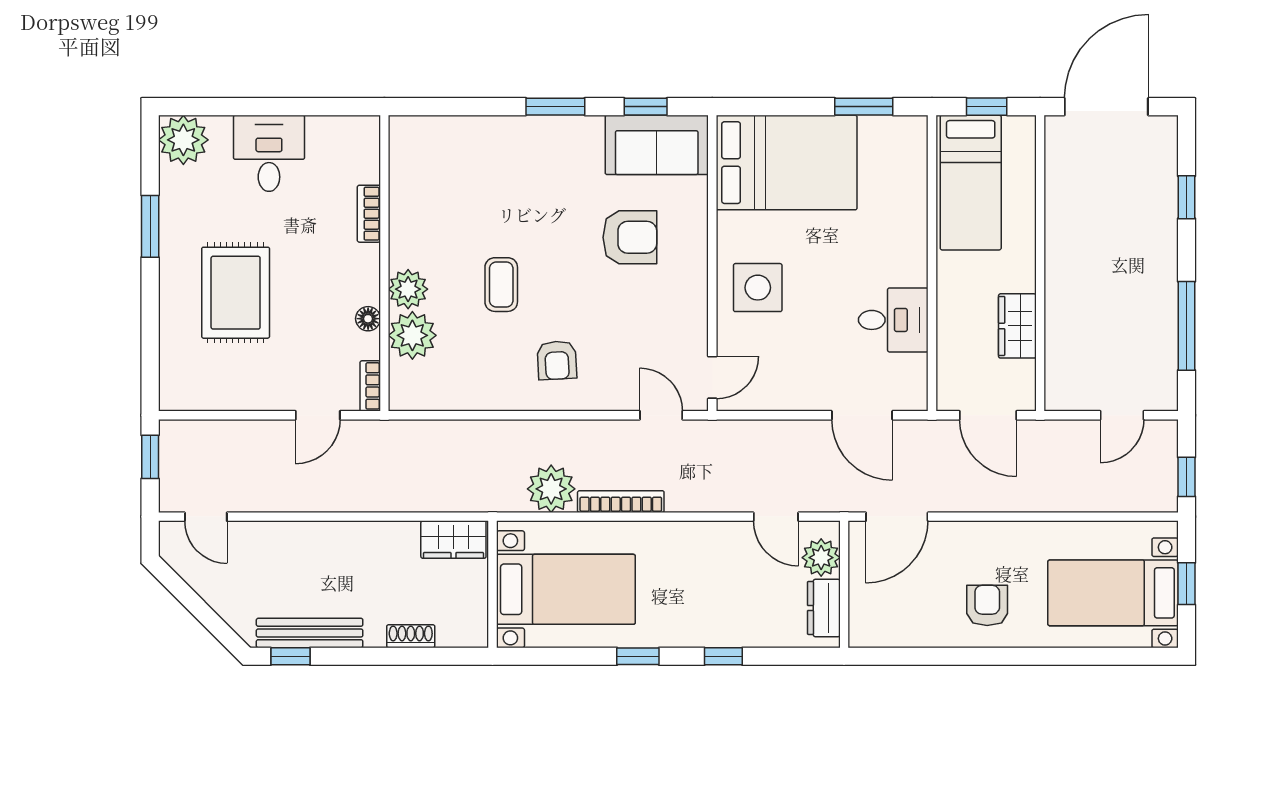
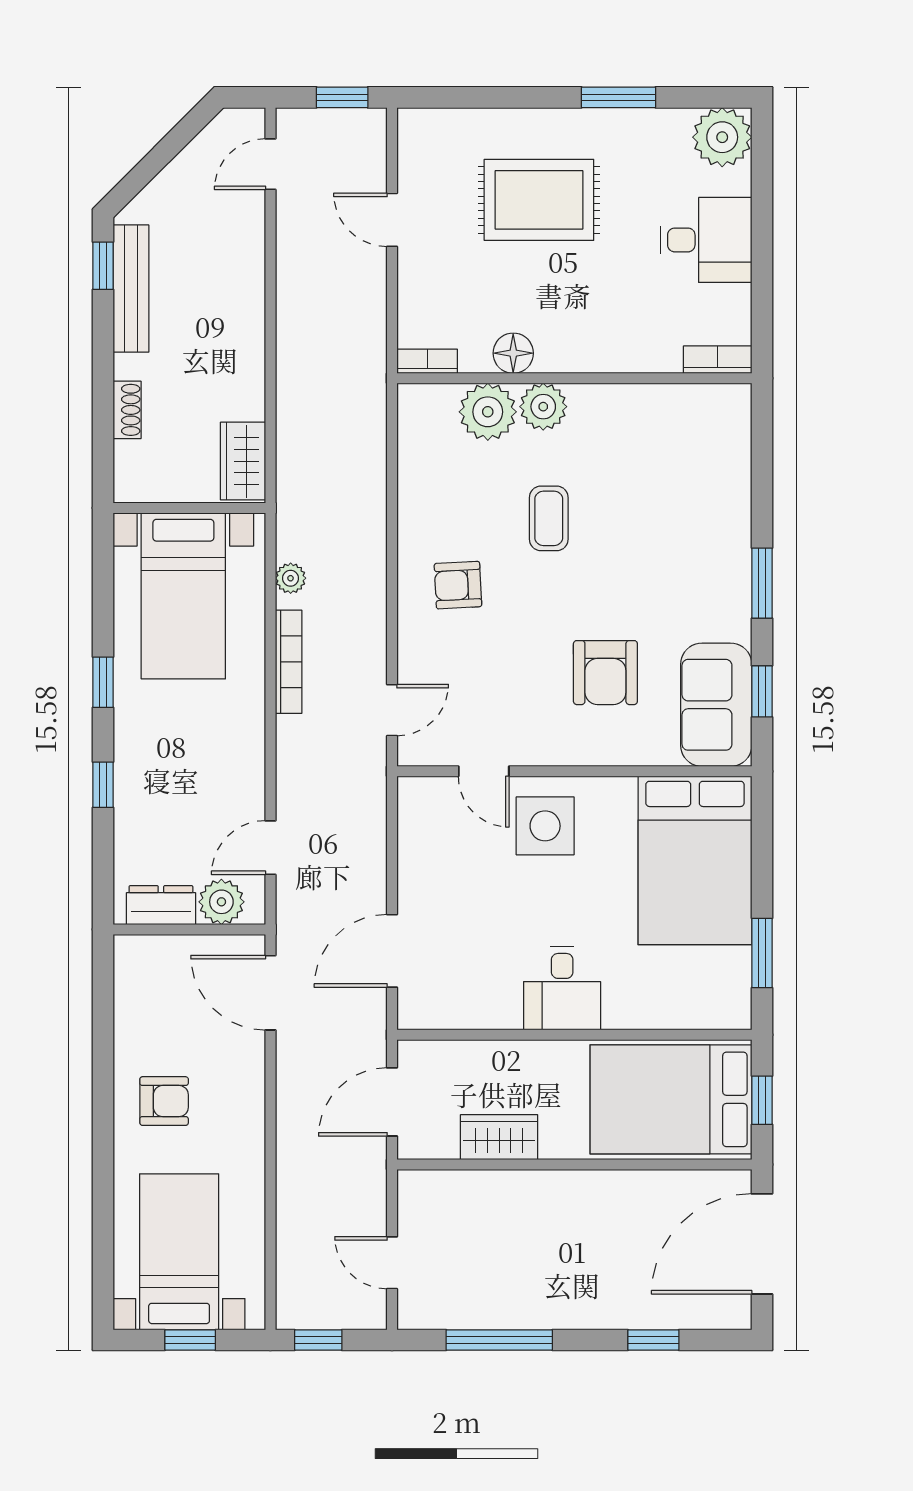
door: (1106, 107) -> (762, 1244), swing flipped
bed: (971, 183) -> (671, 1099), width x1.50
bookcase: (369, 214) -> (718, 360), moved
coffee table: (501, 285) -> (549, 518), turned 90
floor lamp: (368, 319) -> (513, 353), width x1.37, depth x1.37
desk: (893, 320) -> (562, 988), moved
door: (712, 377) -> (484, 771), moved
door: (318, 415) -> (392, 220), moved
plant: (551, 489) -> (291, 578), width x0.53, depth x0.53

